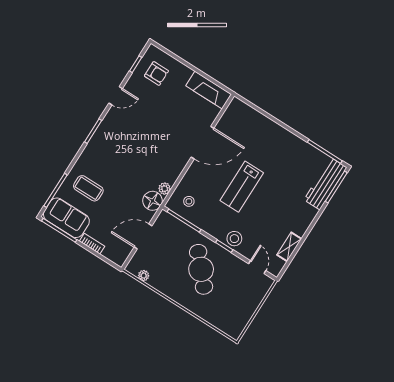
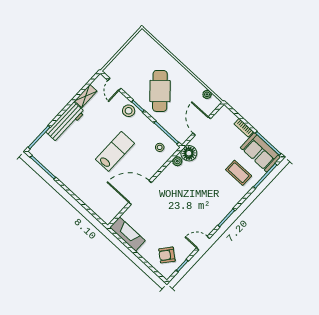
armchair: (156, 73) -> (167, 255), turned -51
workbench: (325, 184) -> (65, 122), moved
door: (143, 236) -> (202, 126), swing flipped

